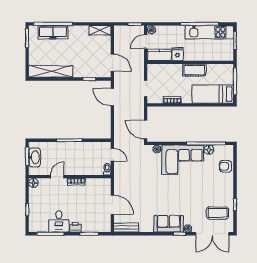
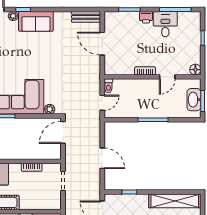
door: (112, 97) -> (102, 158), moved
door: (146, 130) -> (63, 132), swing flipped
door: (112, 155) -> (102, 103), swing flipped

